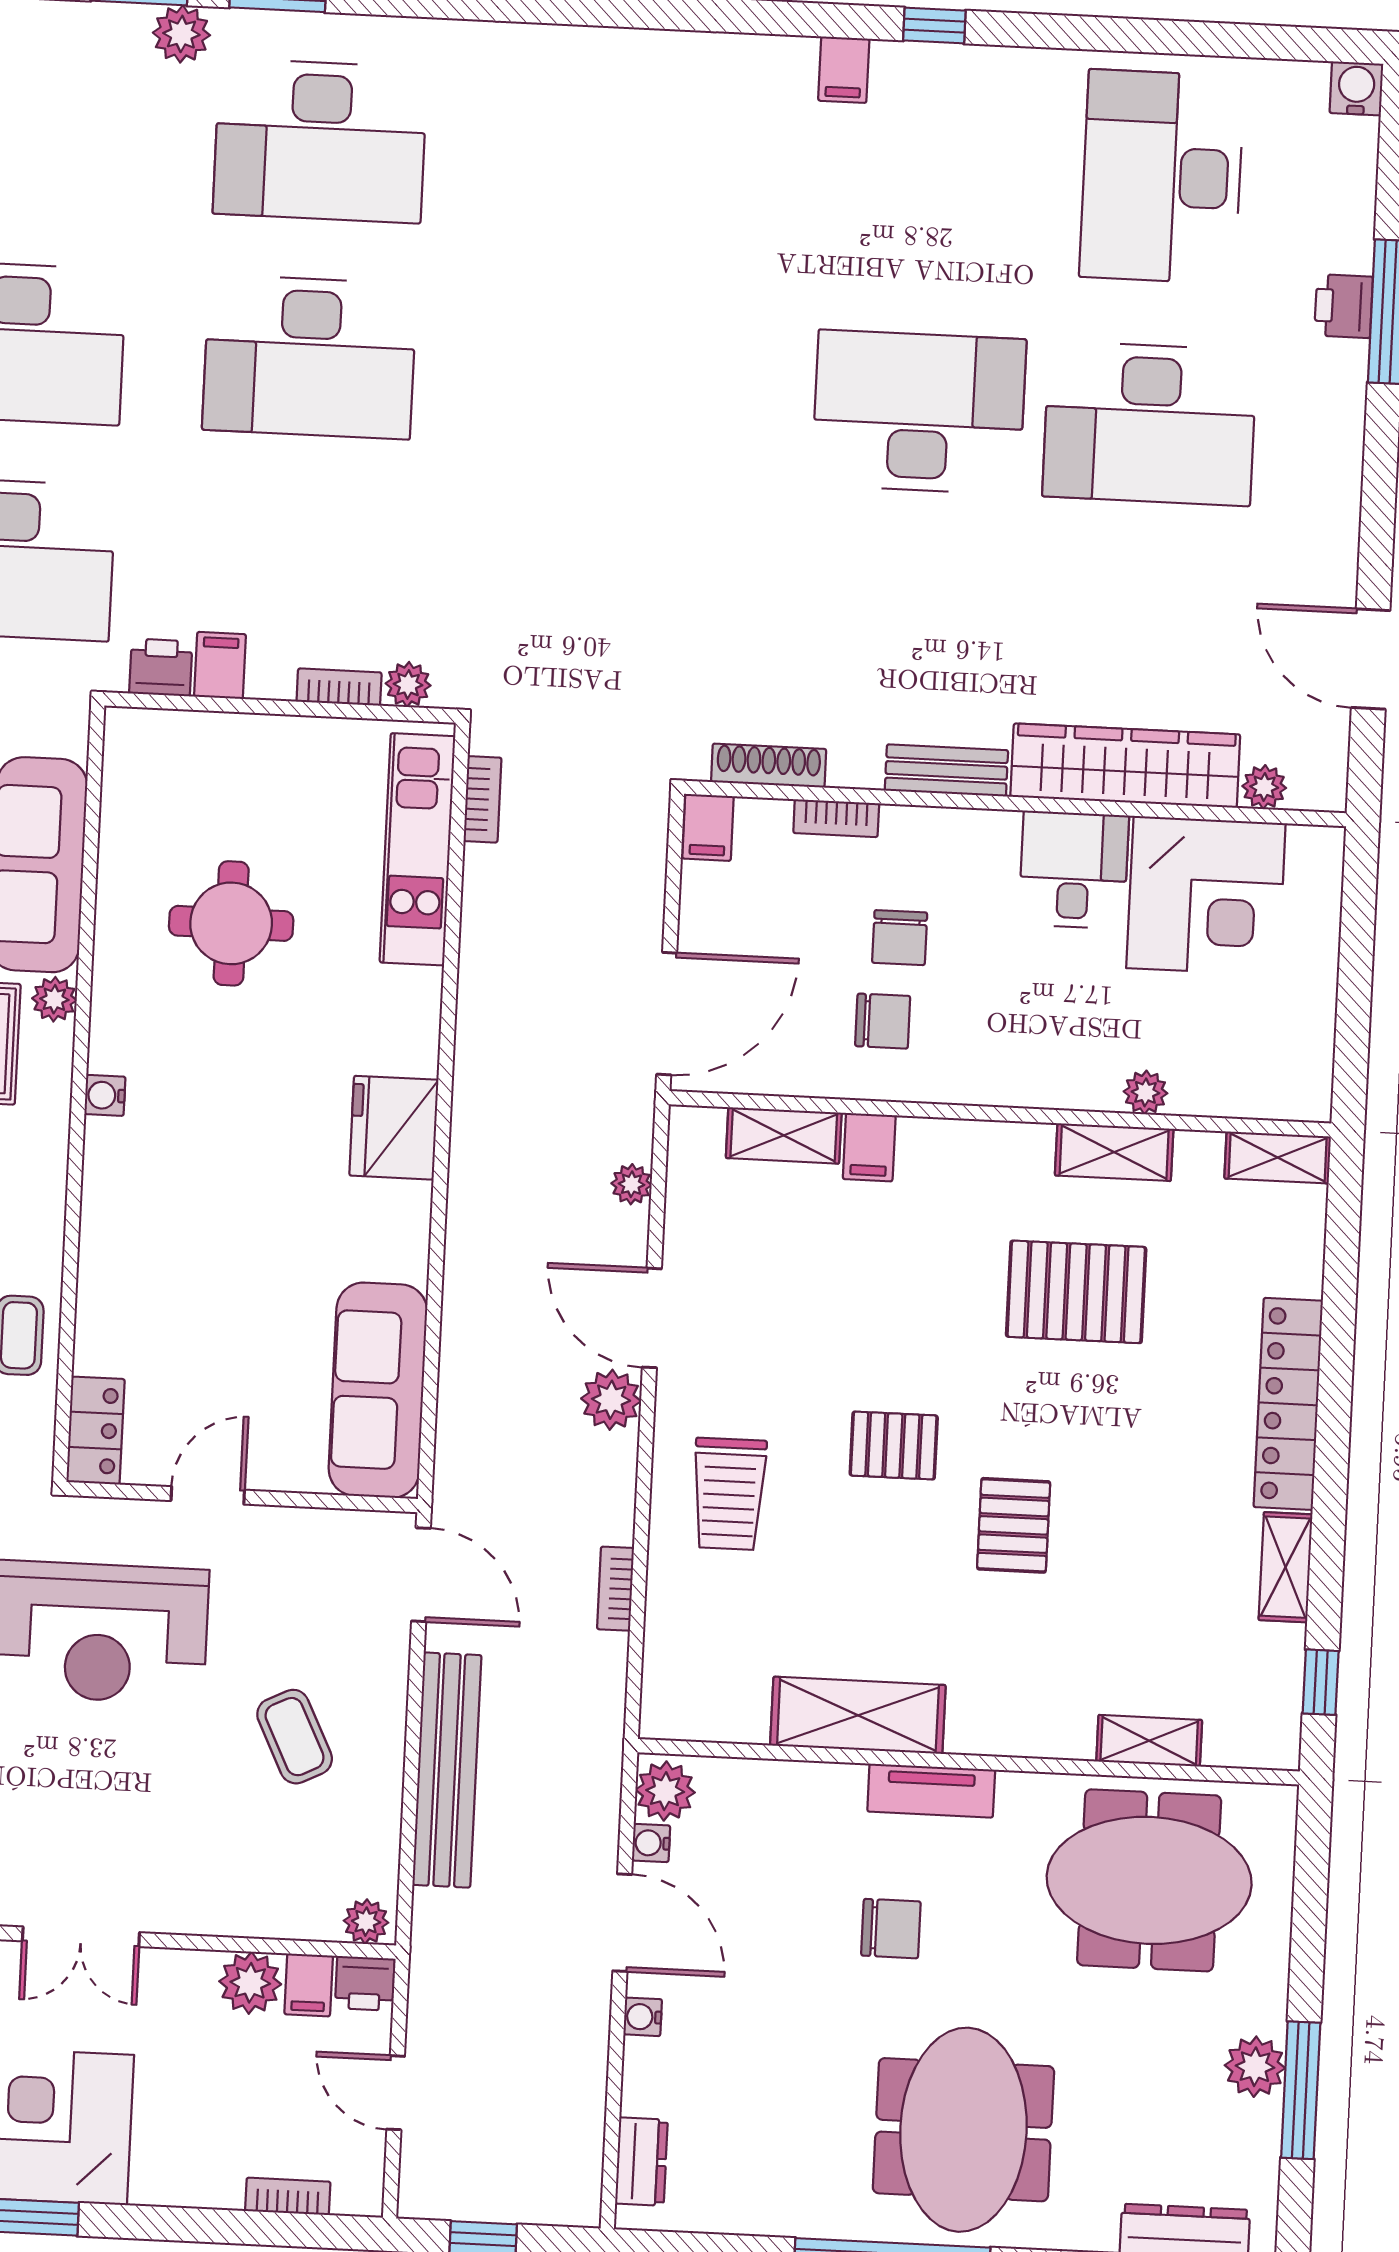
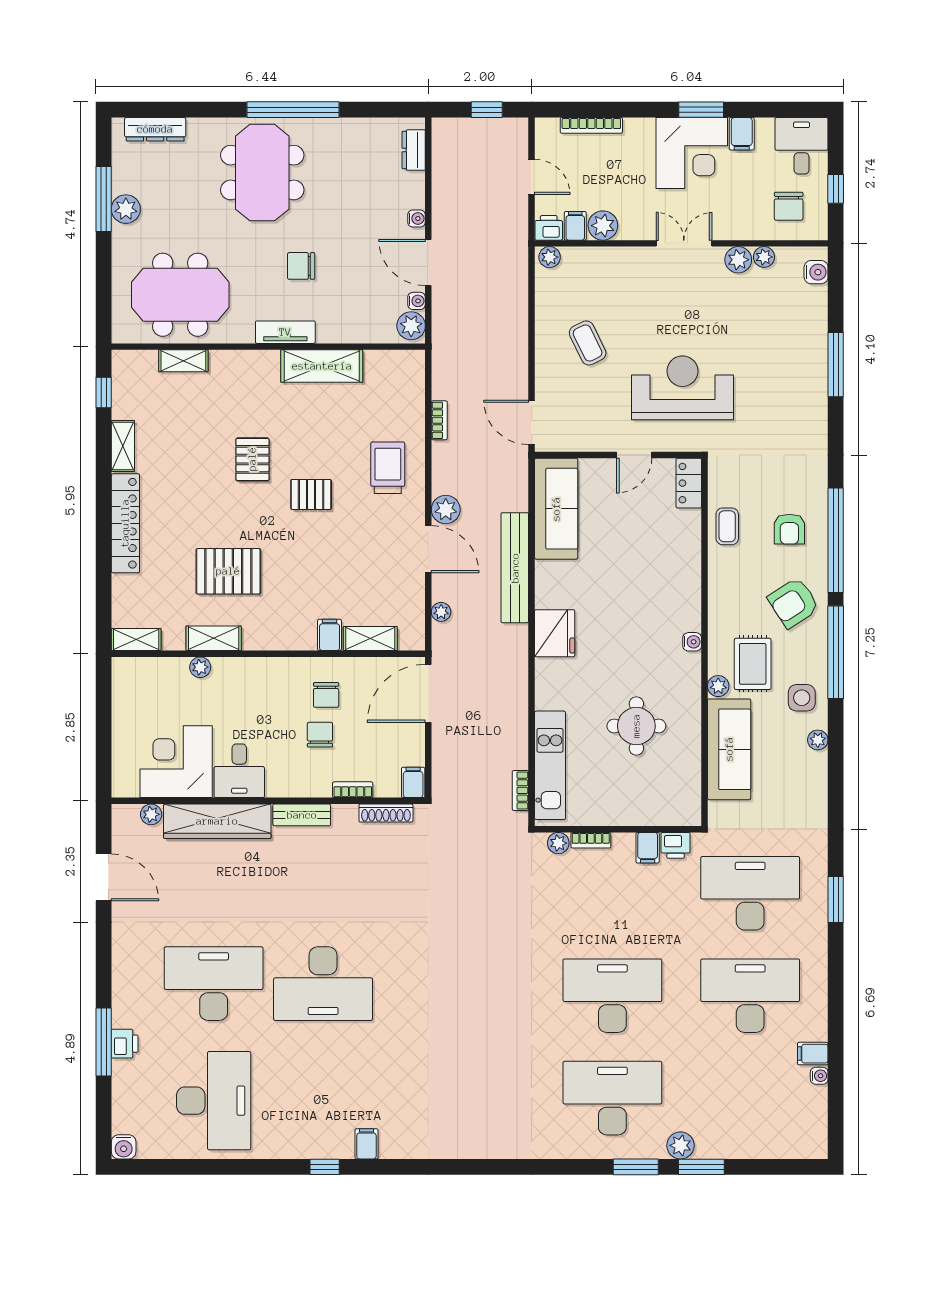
chair: (883, 1021) -> (326, 695), turned -90
bench: (447, 1770) -> (515, 568), moved
bookcase: (288, 2196) -> (591, 125), width x1.56

